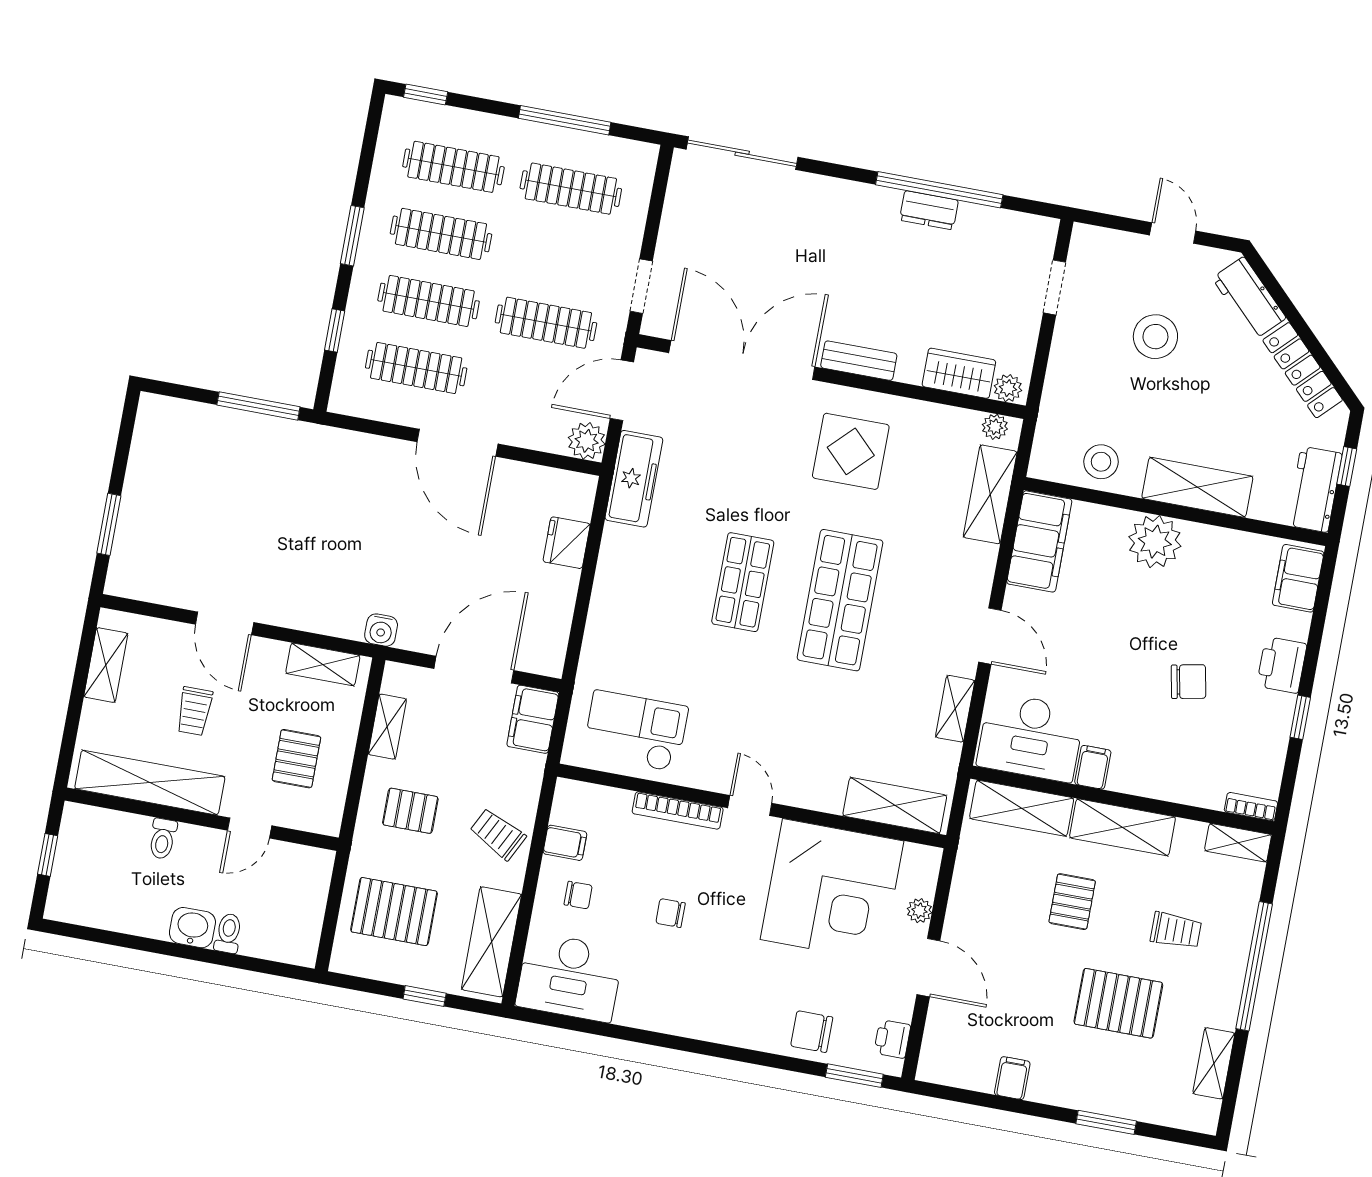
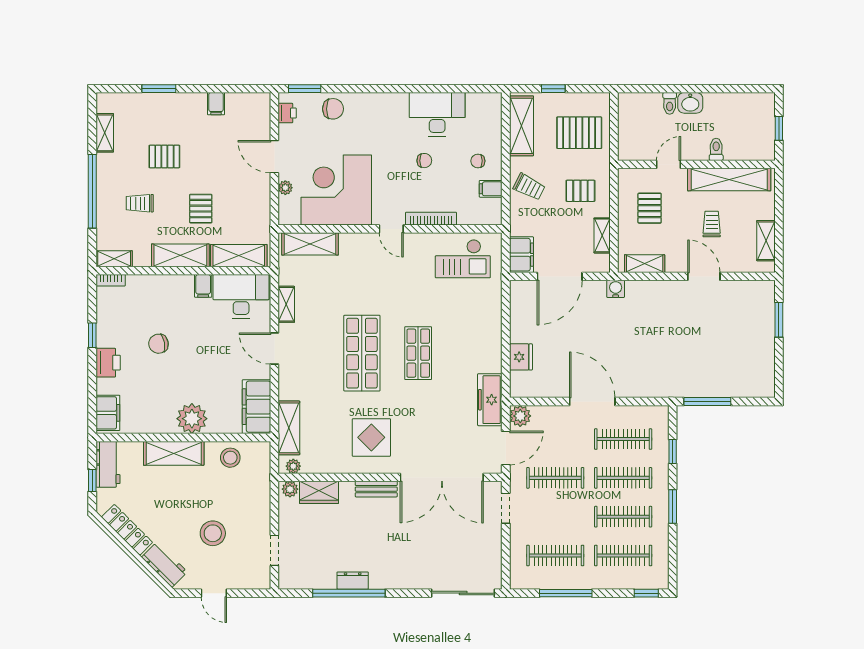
desk: (570, 977) -> (437, 114), moved
pallet: (1118, 1003) -> (164, 156), width x0.67, depth x0.71

